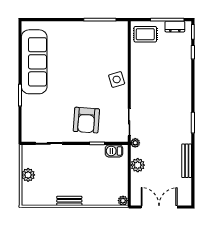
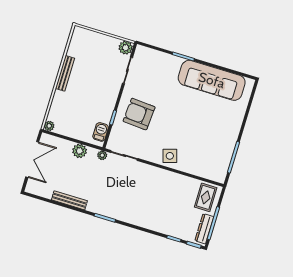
dresser: (175, 27) -> (204, 229), width x1.44
plant: (28, 175) -> (126, 48), moved
bench: (69, 201) -> (65, 73), width x1.36

